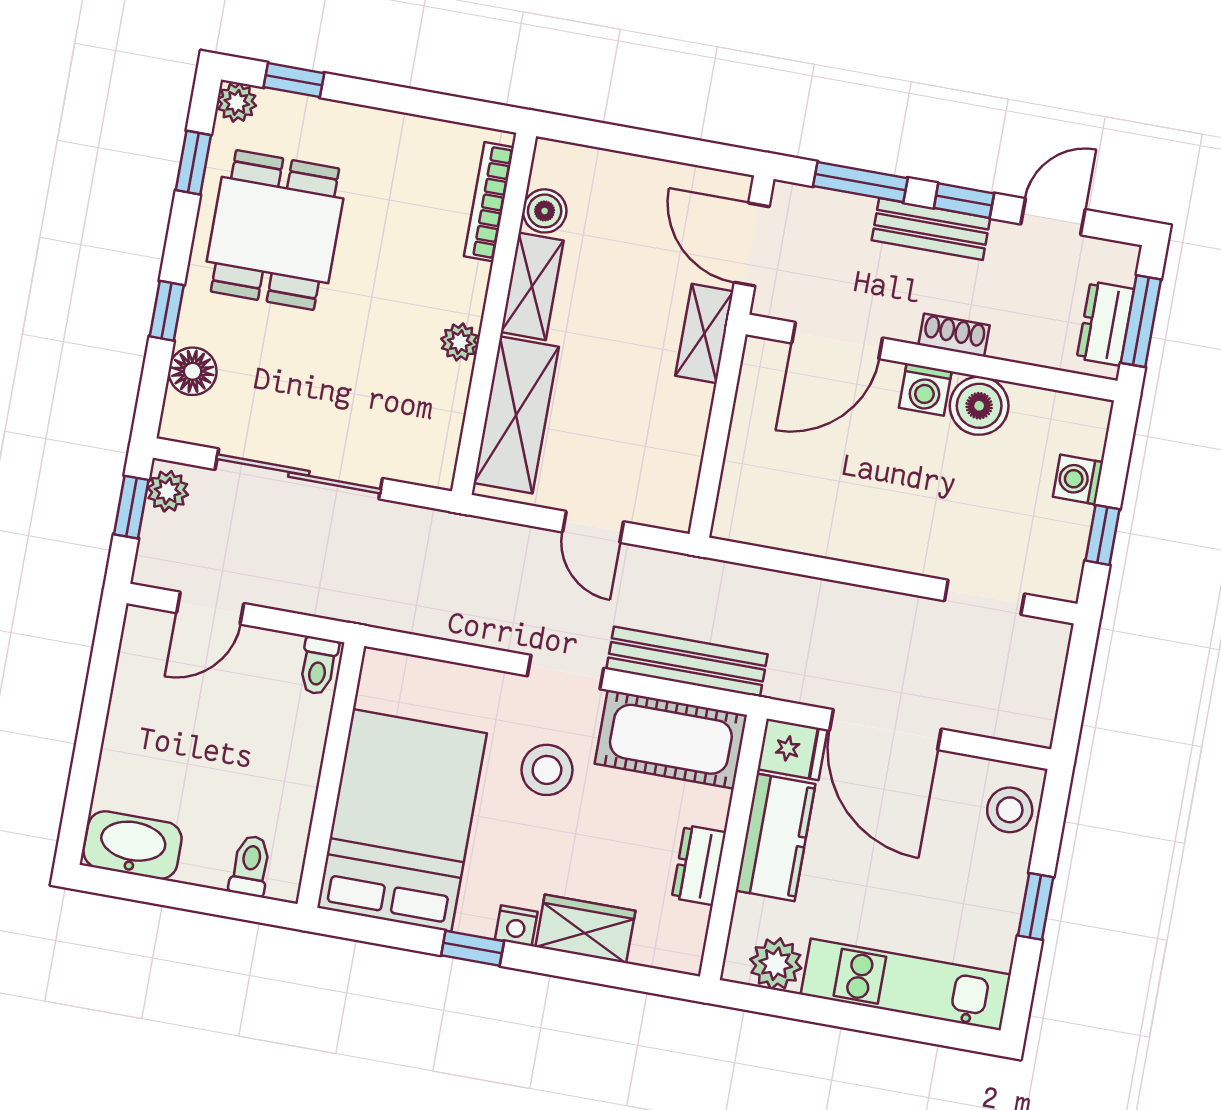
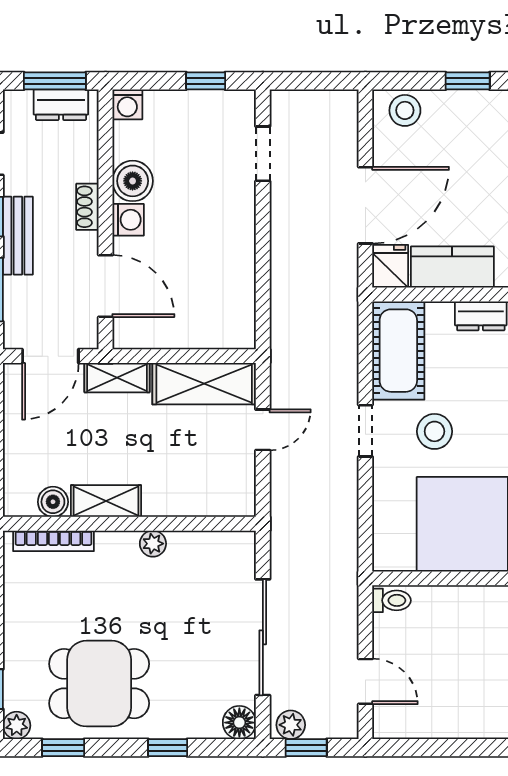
floor lamp: (193, 371) -> (239, 723), moved
shelving: (516, 415) -> (204, 384), moved
washing machine: (1078, 480) -> (127, 104), moved
bench: (687, 662) -> (343, 349), removed

